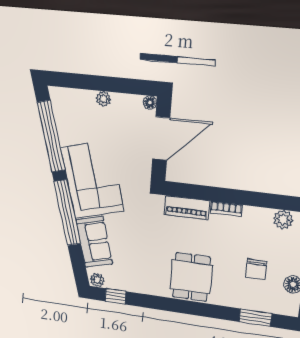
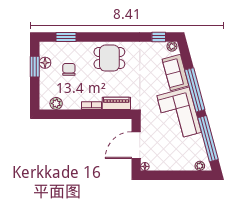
plant: (103, 99) -> (200, 166), moved
dining table: (191, 277) -> (109, 58), turned 90

